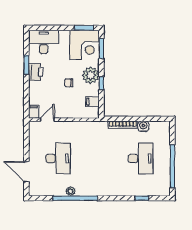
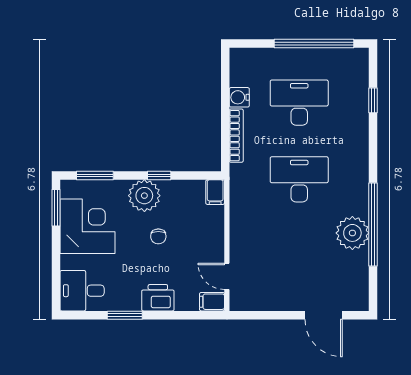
desk: (44, 42) -> (82, 291), width x0.73
corner desk: (84, 45) -> (87, 226), moved
printer: (36, 72) -> (158, 298), moved
filing cabinet: (92, 102) -> (215, 192), moved
desk: (58, 158) -> (299, 179), moved
door: (26, 172) -> (324, 315), hinge flipped
plant: (71, 191) -> (352, 233), width x1.87, depth x1.87

